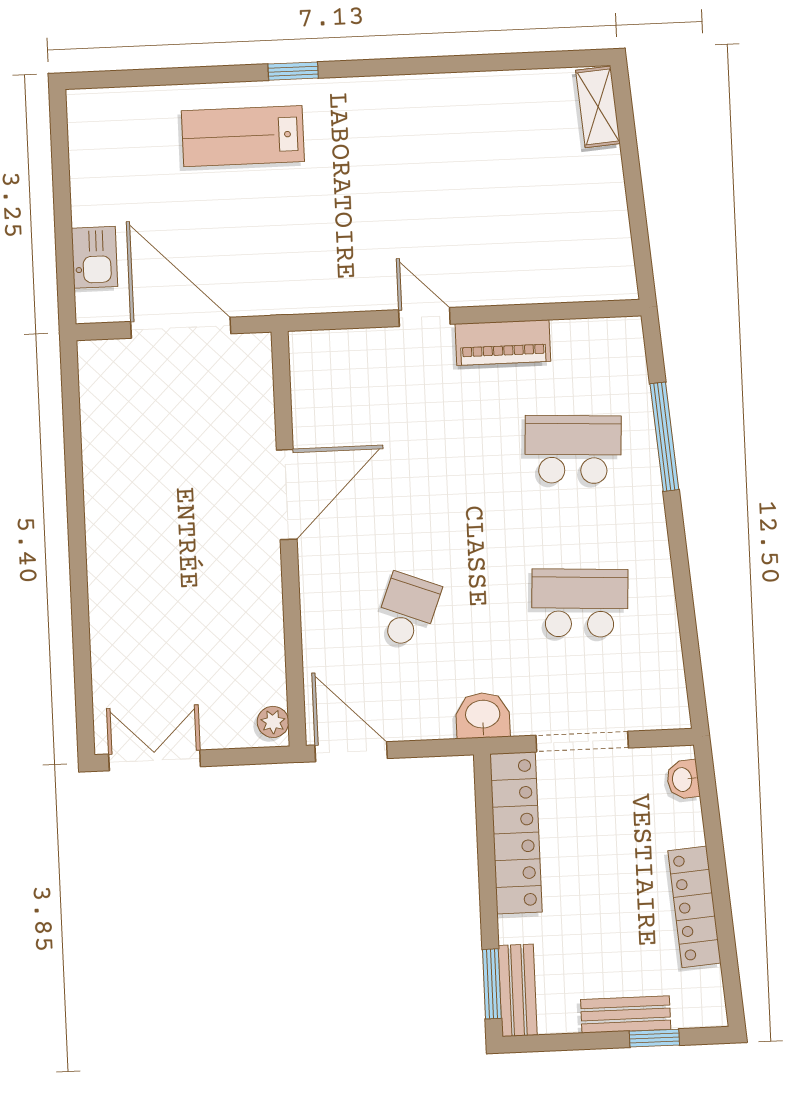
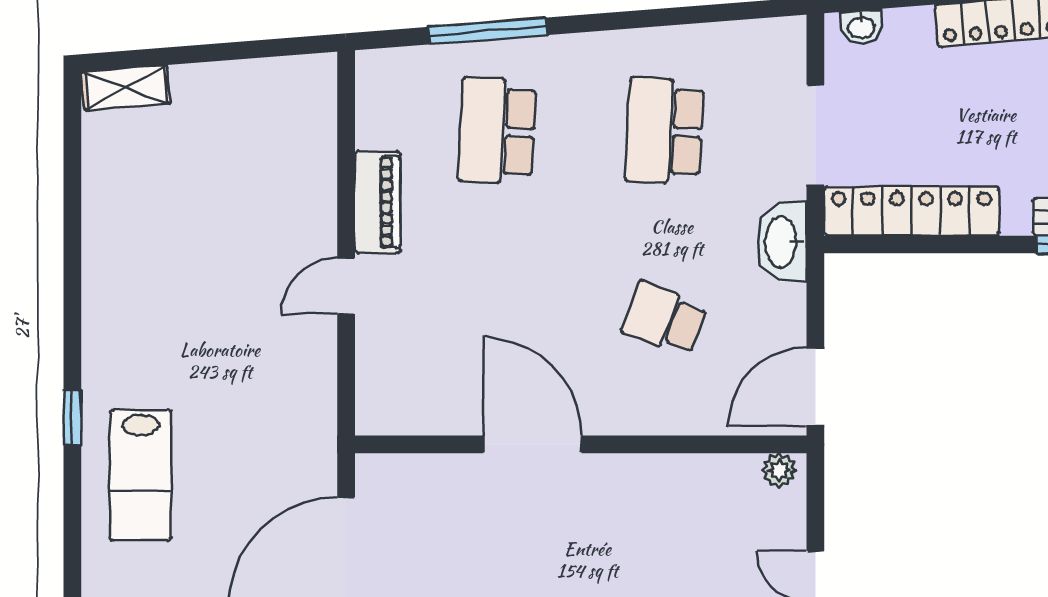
washbasin: (483, 715) -> (782, 242), width x1.38

